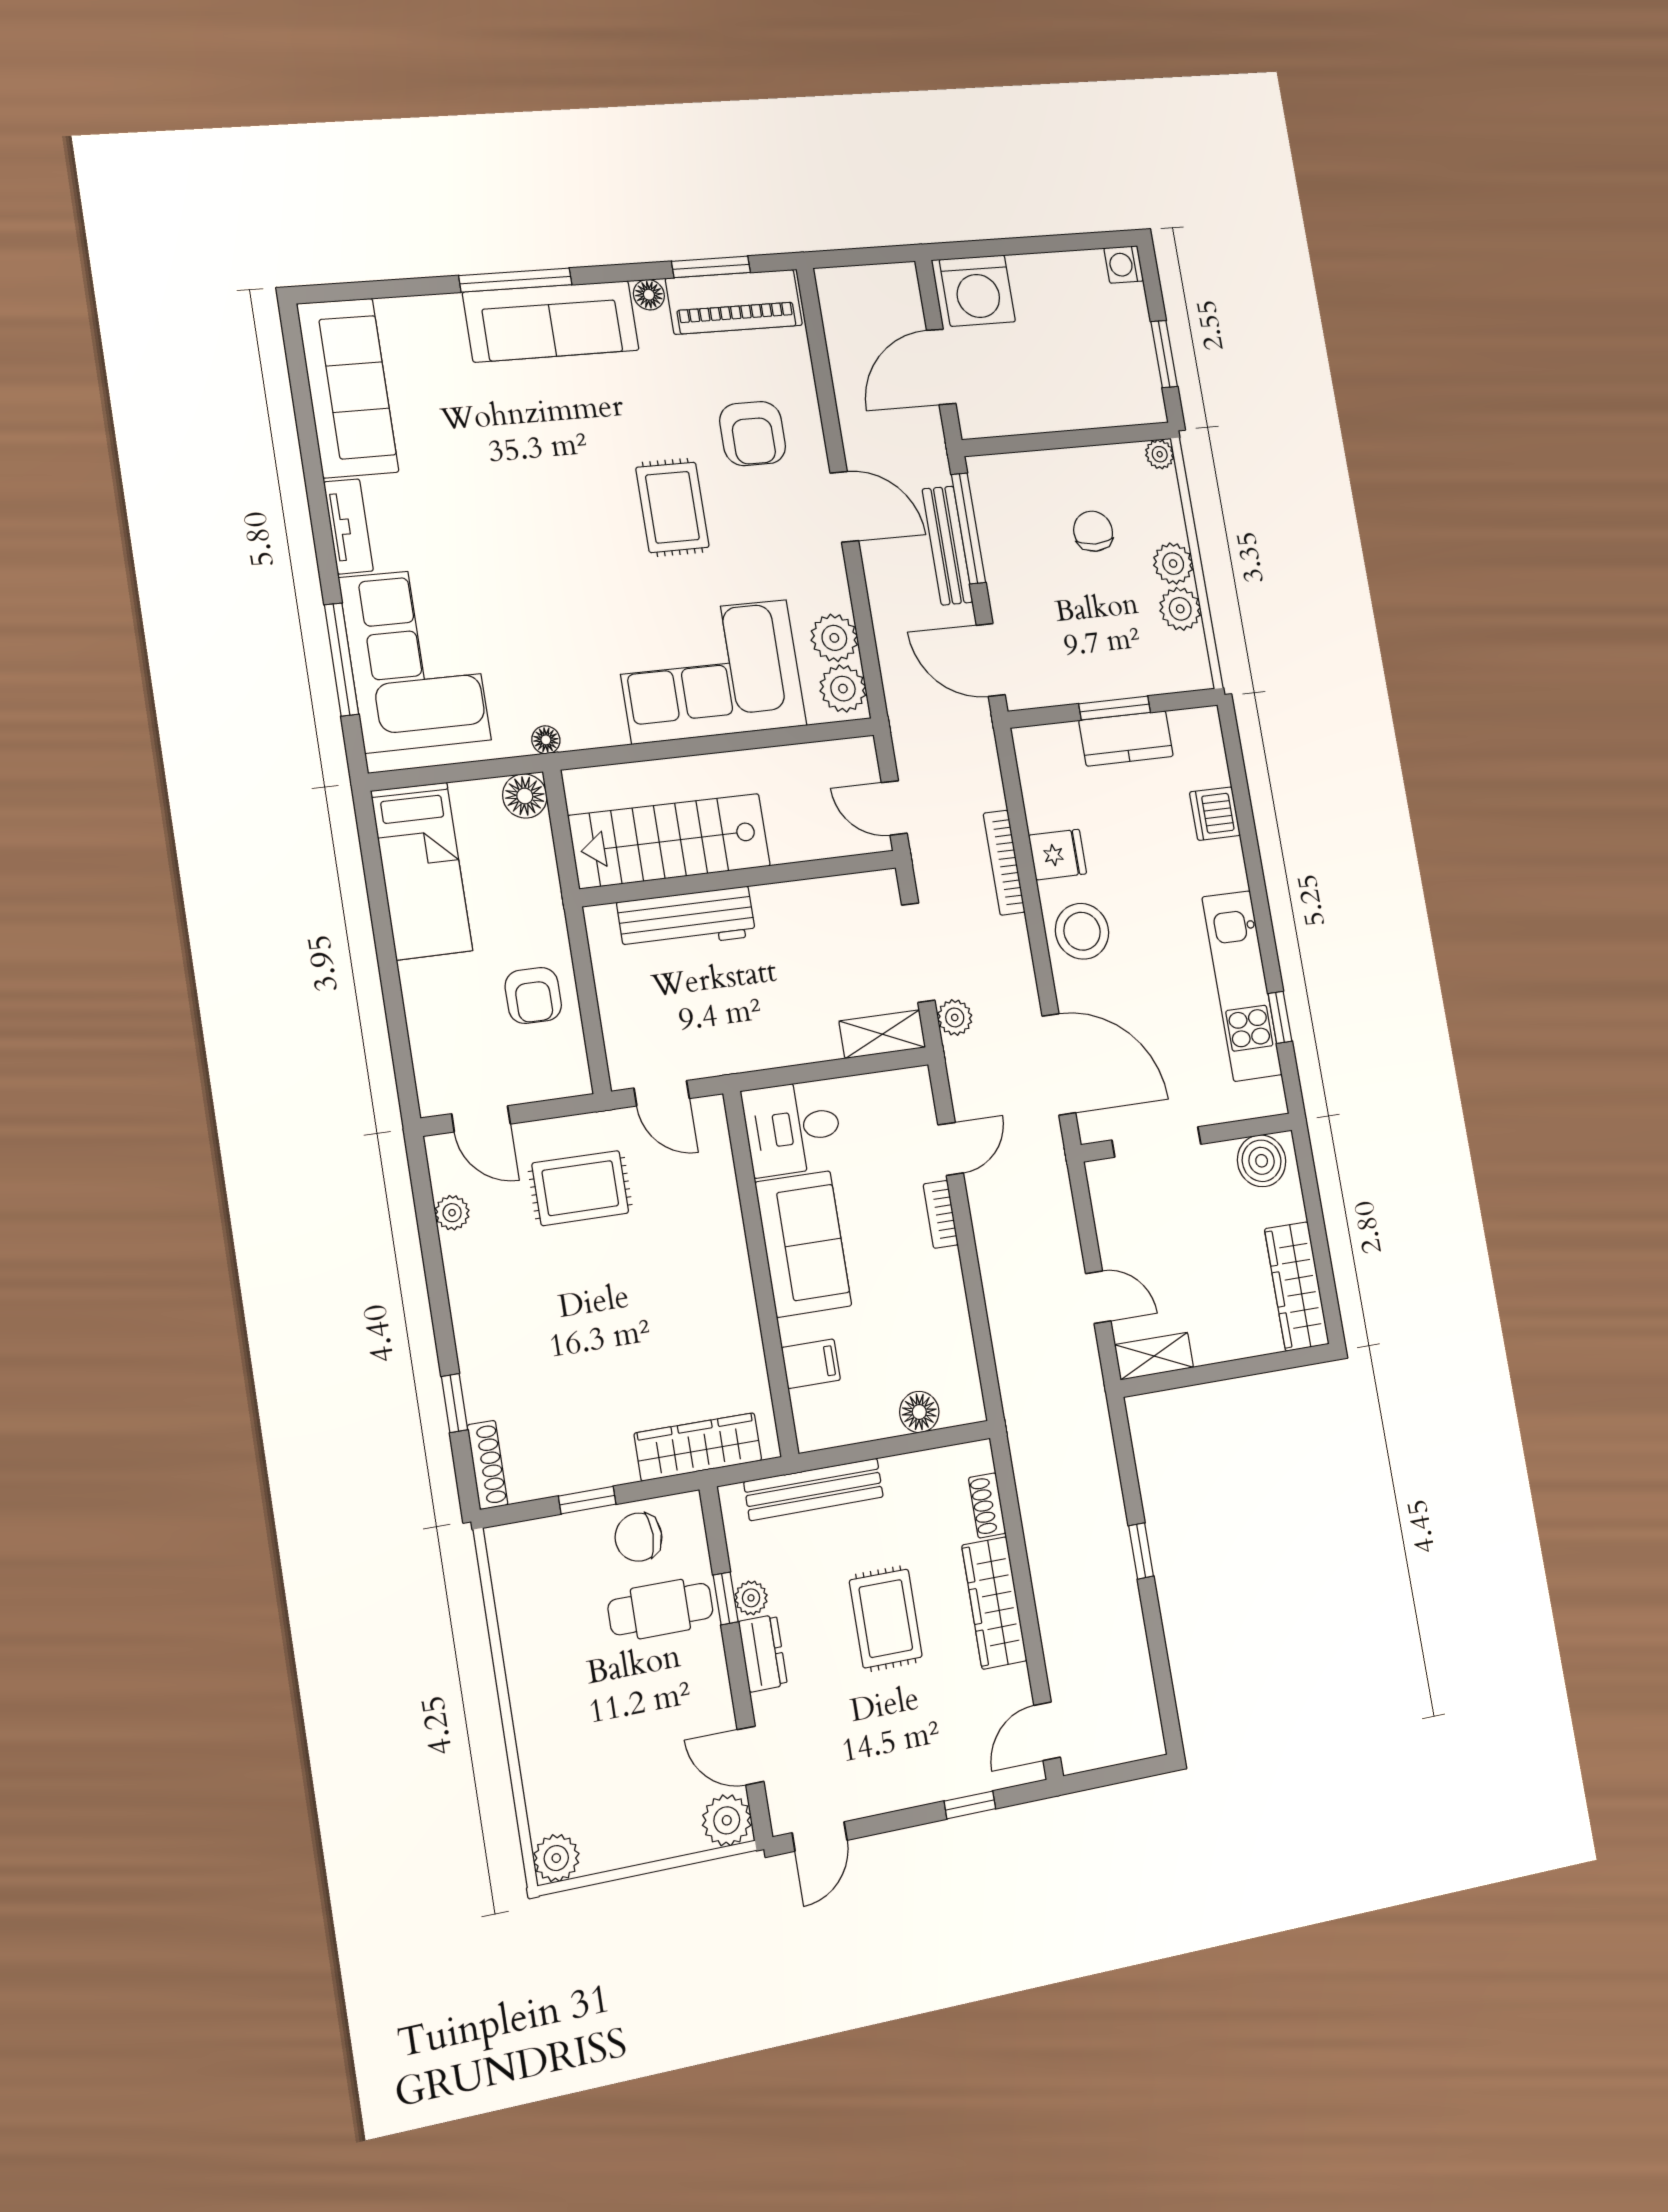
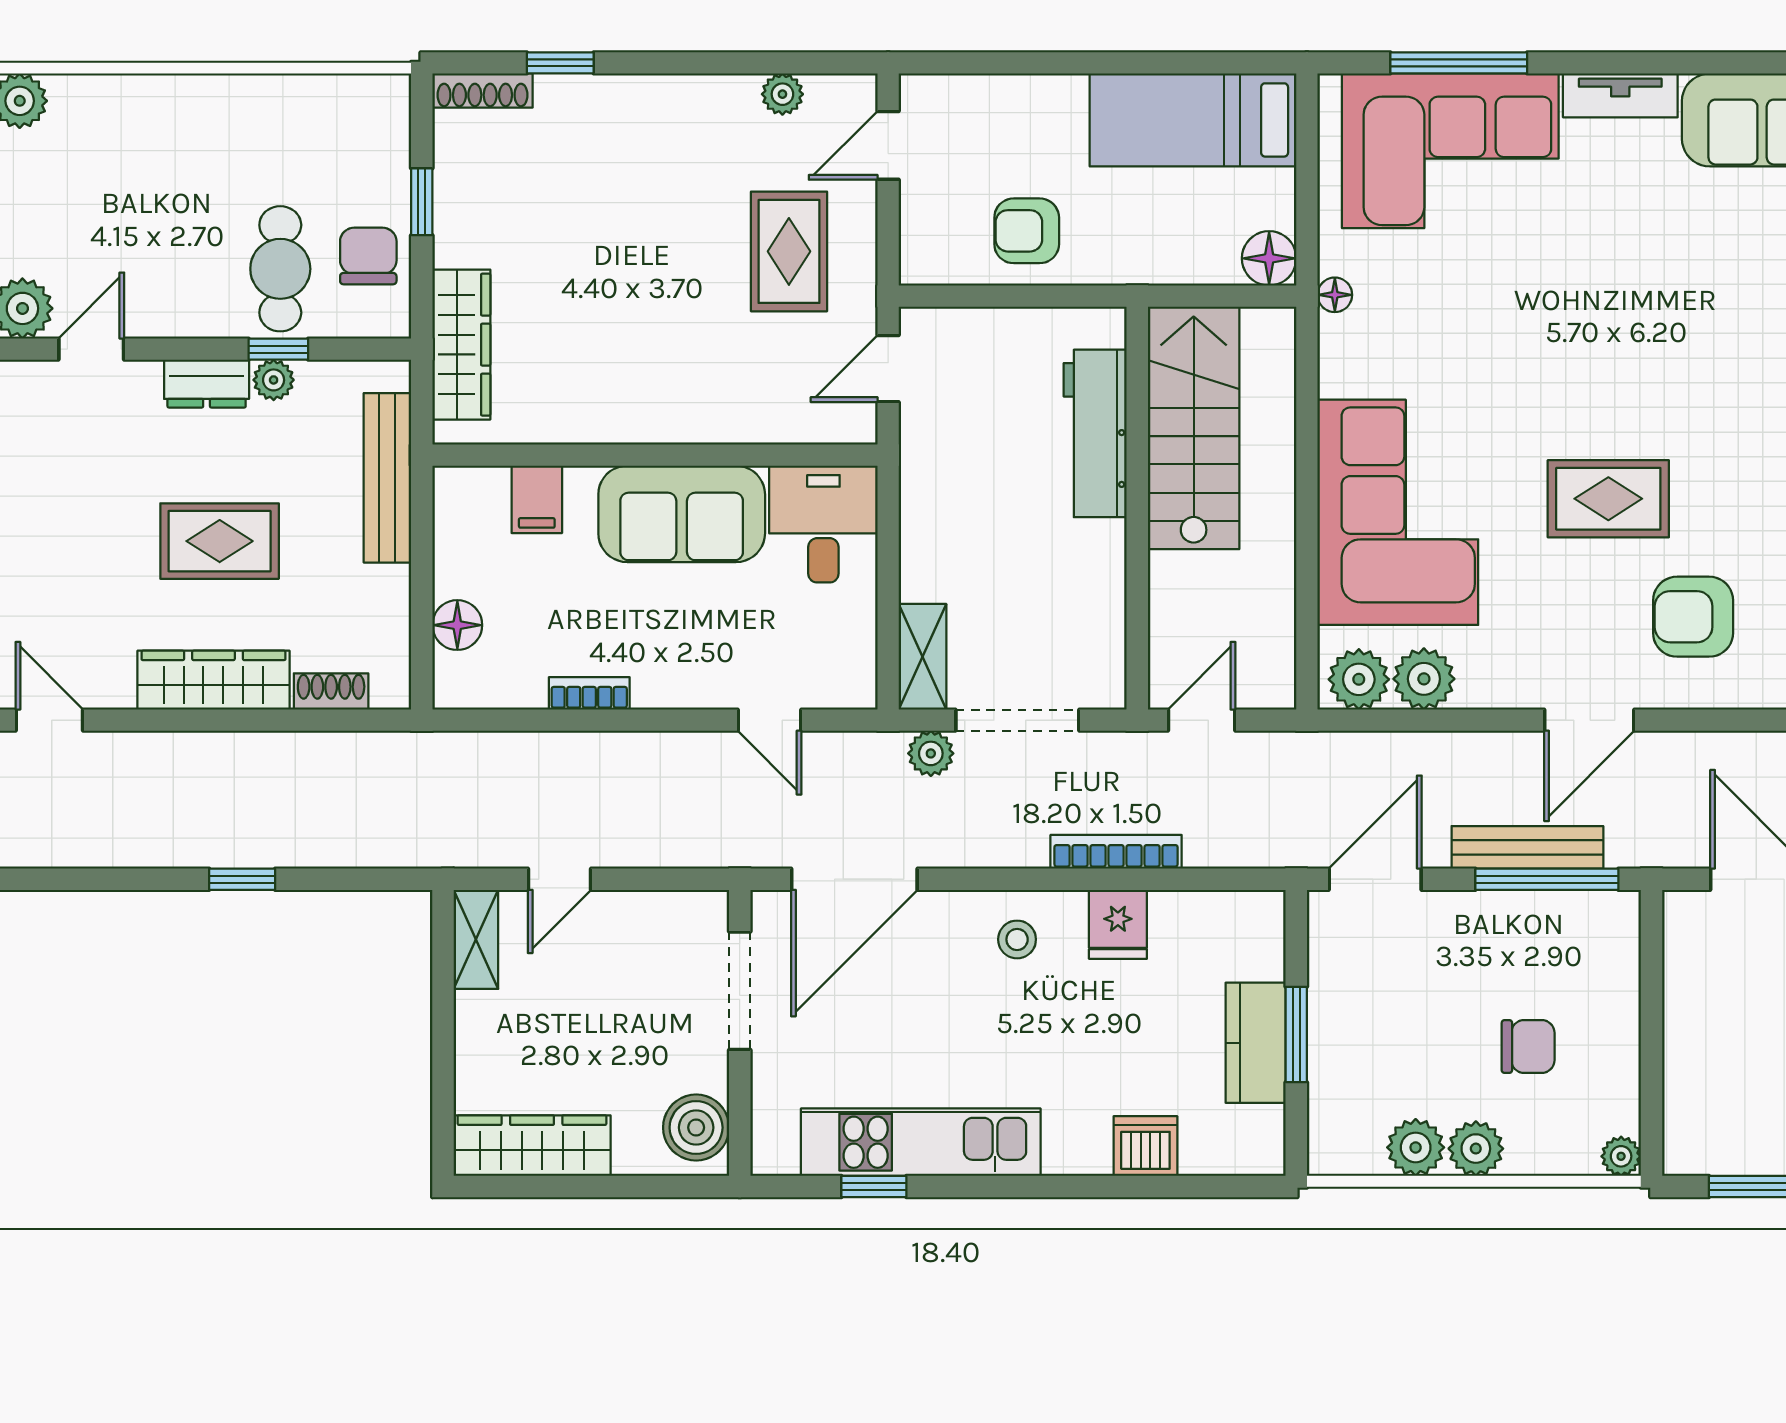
stool: (1082, 931) -> (1017, 939), width x0.53, depth x0.53
bookcase: (941, 1214) -> (589, 693), moved

